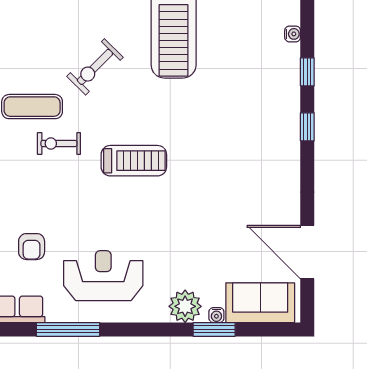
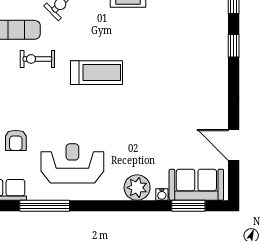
door: (307, 252) -> (234, 145), width x0.73
window: (214, 329) -> (188, 206), moved

